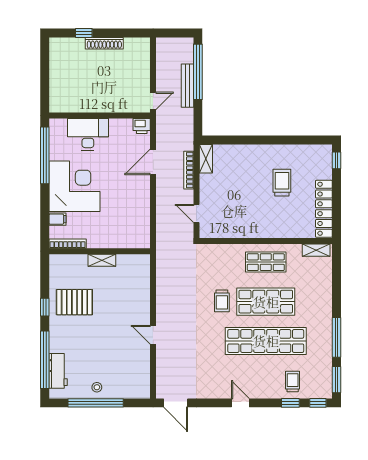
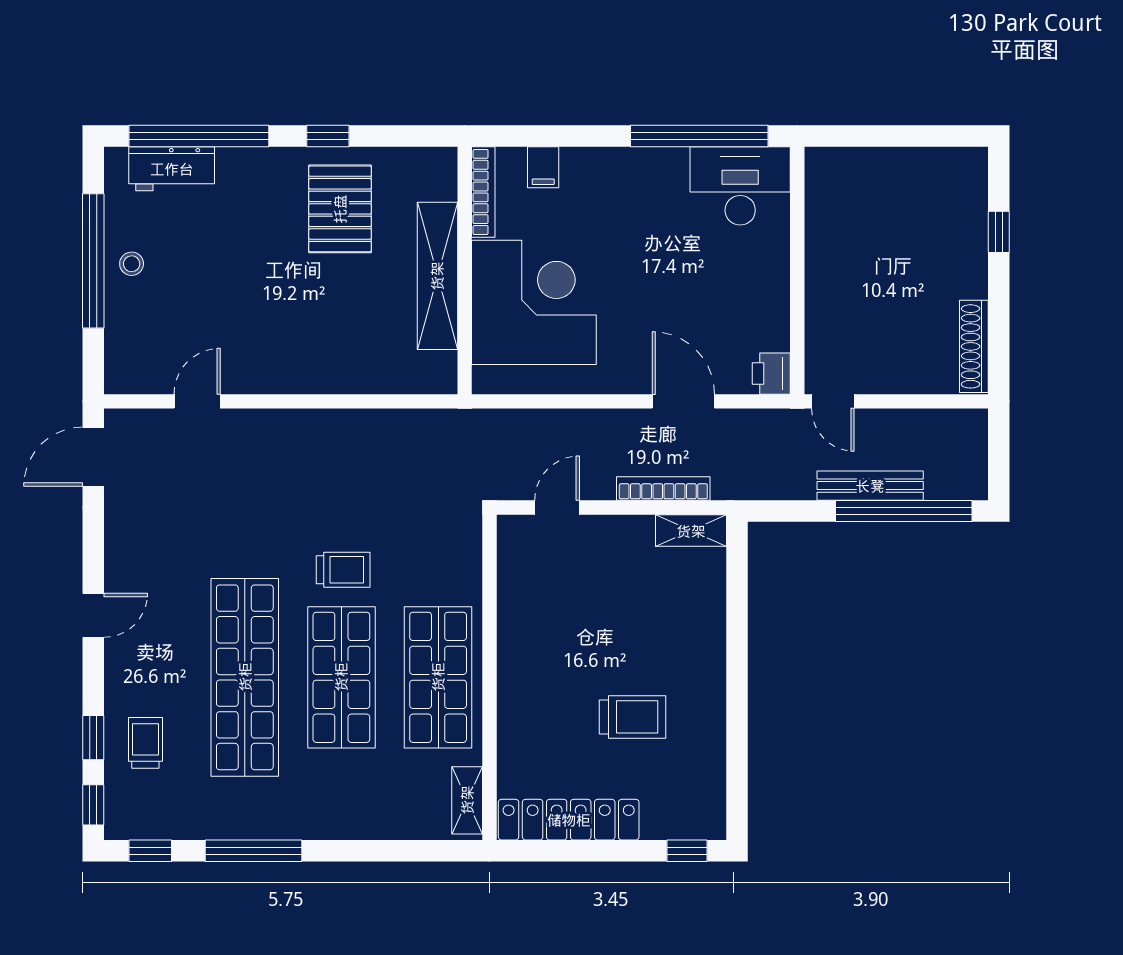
shoe rack: (104, 43) -> (974, 346), moved
desk: (88, 134) -> (740, 186), moved, turned -90
corner desk: (74, 186) -> (534, 302), moved, turned -90
shelving: (102, 260) -> (437, 276), width x2.20, depth x1.33
shop shelf: (266, 262) -> (438, 677), width x1.43, depth x1.36
trolley: (222, 301) -> (343, 570), turned 180
door: (153, 335) -> (197, 401), moved
window: (337, 380) -> (150, 851), width x0.67
trolley: (293, 382) -> (145, 743), turned -90

